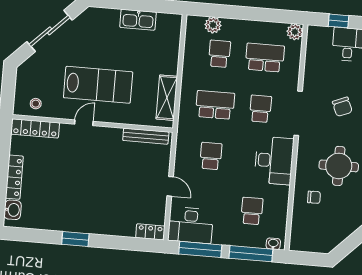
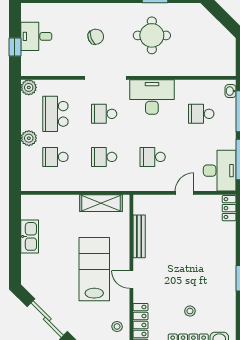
plant: (213, 25) -> (29, 138), moved
school desk: (215, 105) -> (104, 157), width x0.54
bench: (146, 136) -> (139, 236), moved
stool: (45, 182) -> (190, 311), added
chair: (314, 197) -> (183, 56), removed

